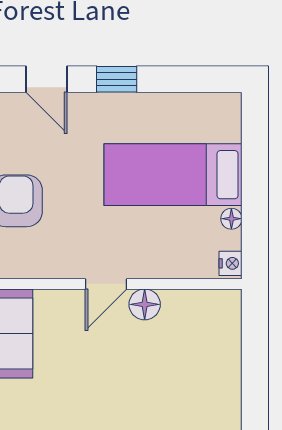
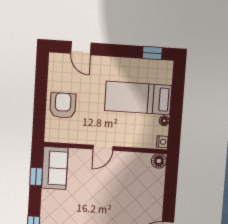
window: (117, 79) -> (152, 53), moved
floor lamp: (145, 304) -> (159, 161), moved

